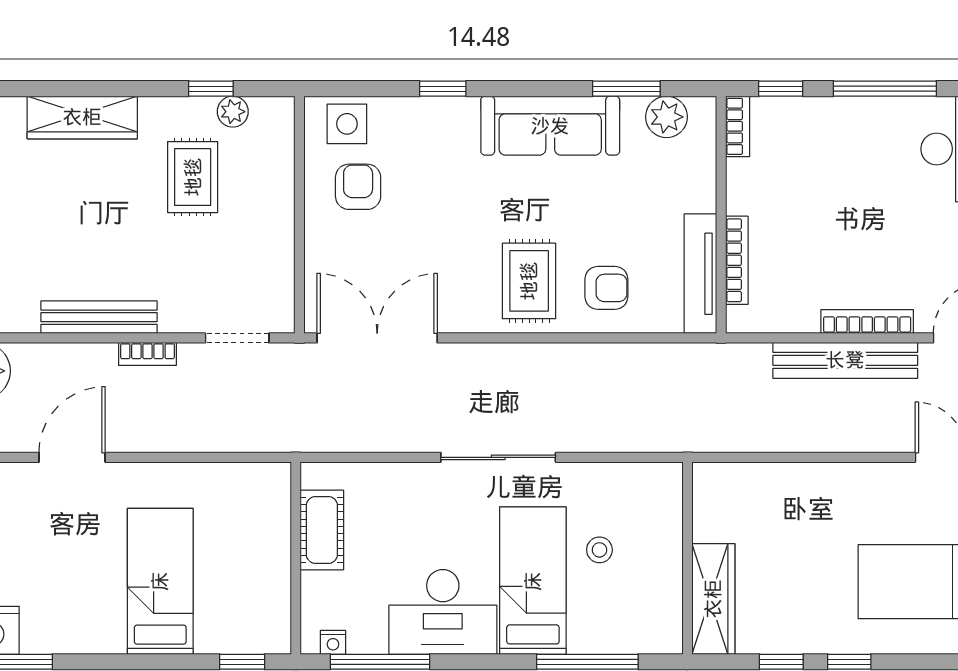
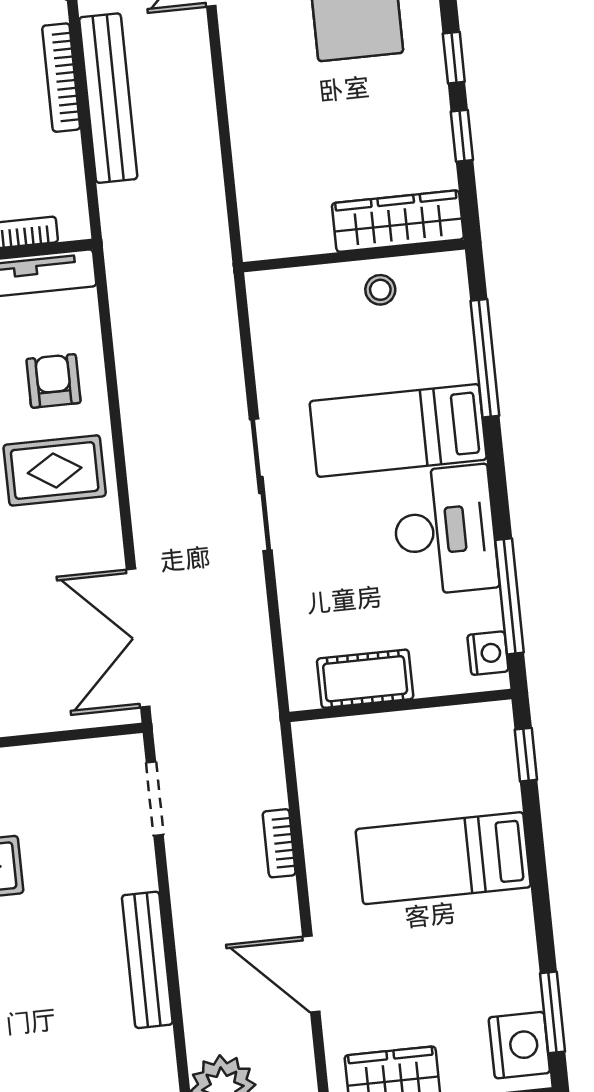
bookcase: (147, 354) -> (279, 843), moved, turned 180
stool: (599, 550) -> (380, 290), moved
nightstand: (333, 642) -> (488, 653), width x1.39, depth x1.35

